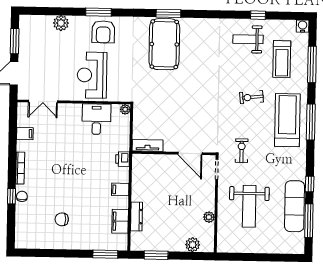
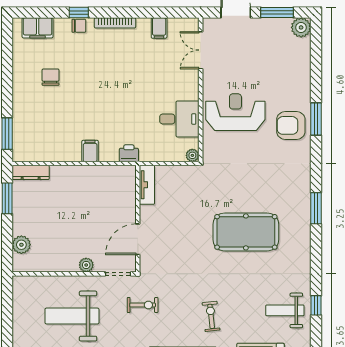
window: (258, 15) -> (316, 305), moved
plant: (61, 23) -> (301, 27), moved
weight bench: (248, 39) -> (285, 310), turned -90
pool table: (164, 44) -> (246, 232), moved
dresser: (136, 217) -> (31, 172), moved
plant: (209, 217) -> (86, 265), moved
filing cabinet: (120, 221) -> (38, 28), moved, turned 180

